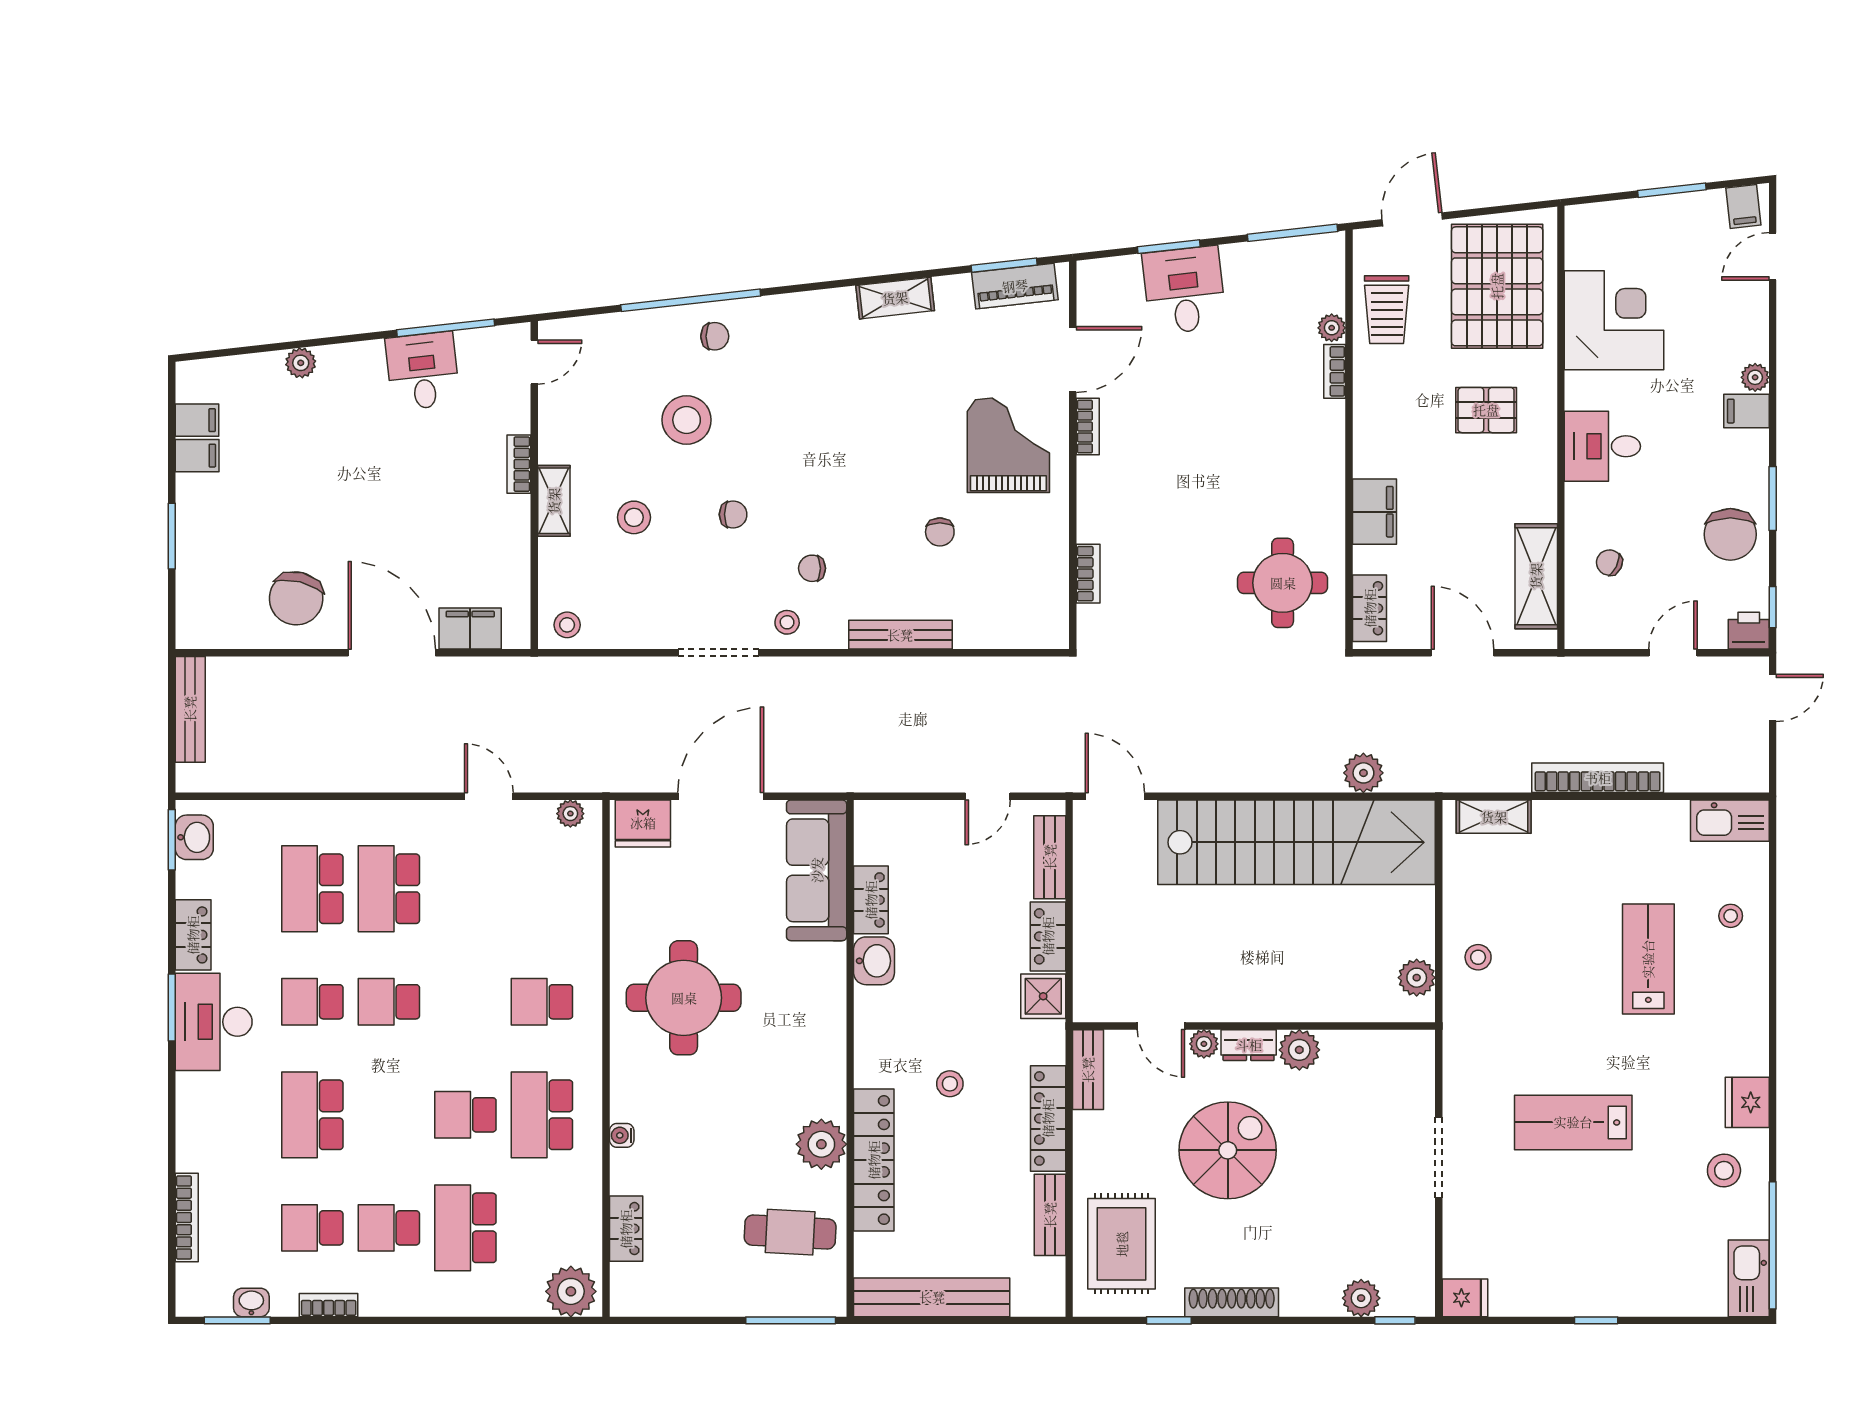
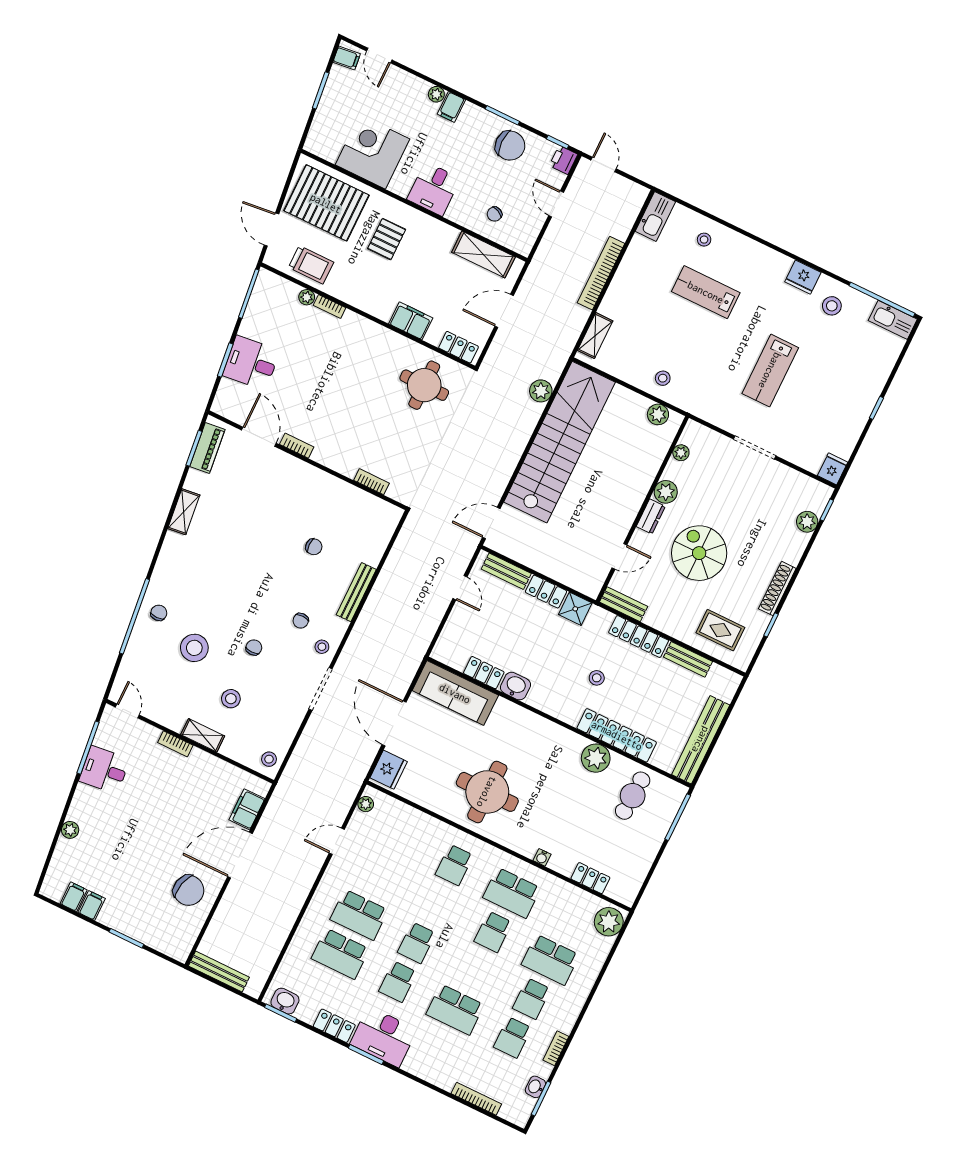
grand piano: (1008, 445) -> (287, 491), removed
plant: (1204, 1044) -> (681, 453), moved
rug: (1122, 1244) -> (720, 630), width x0.73, depth x0.70

